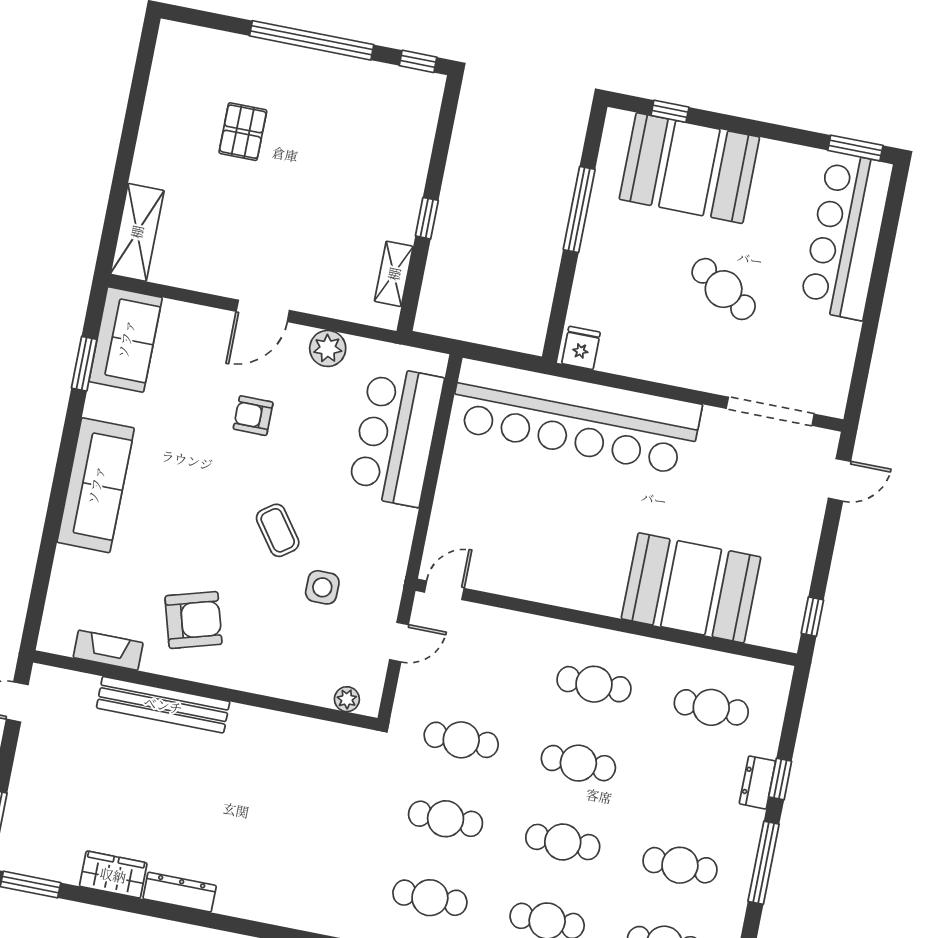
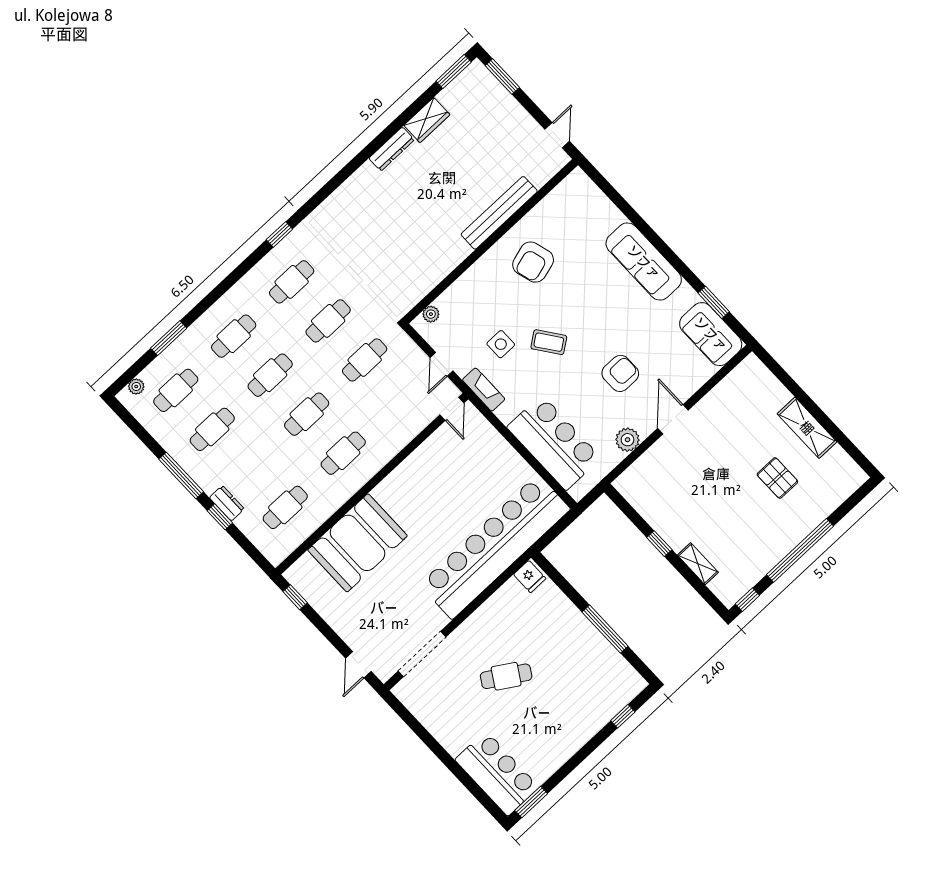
booth: (689, 168) -> (585, 705), removed
shelving: (137, 232) -> (807, 428), moved
bar counter: (846, 236) -> (497, 773), width x0.73
shelving: (394, 274) -> (698, 564), moved
armchair: (253, 416) -> (620, 373), width x1.38, depth x1.38
fireplace: (108, 650) -> (484, 390), moved, turned -90

